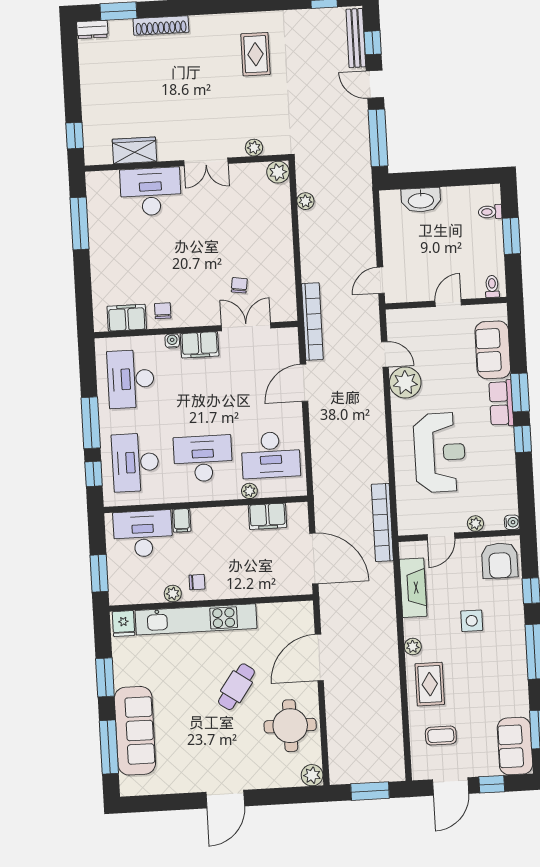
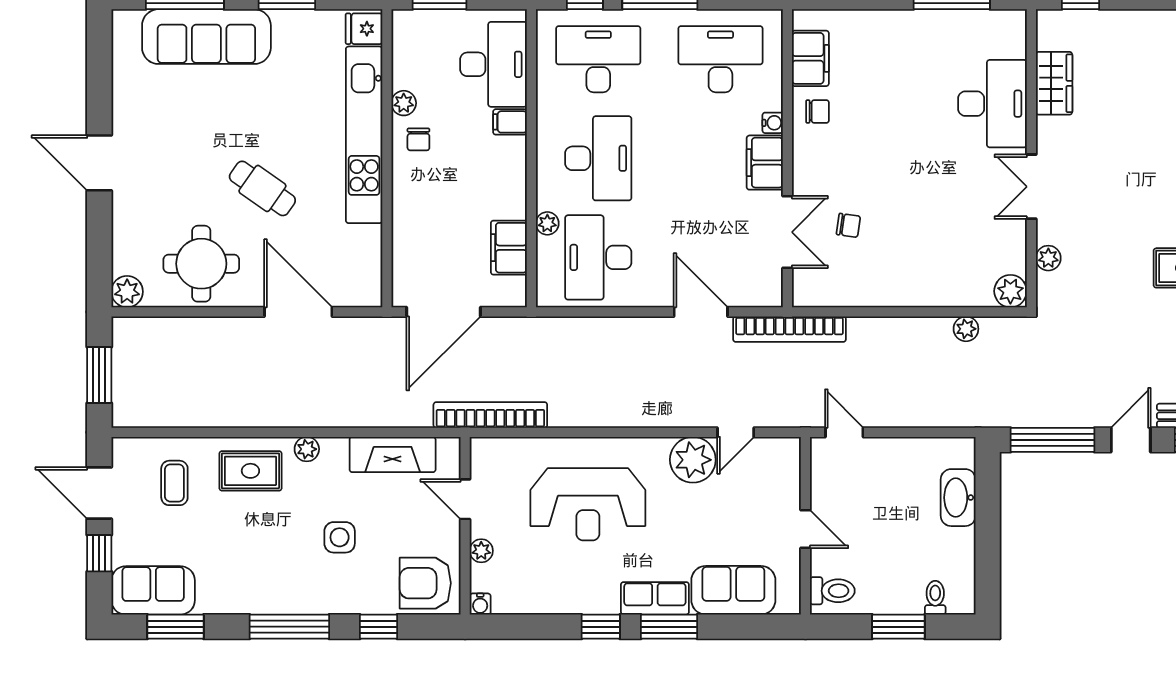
toilet: (492, 286) -> (832, 591), width x1.37, depth x1.39

